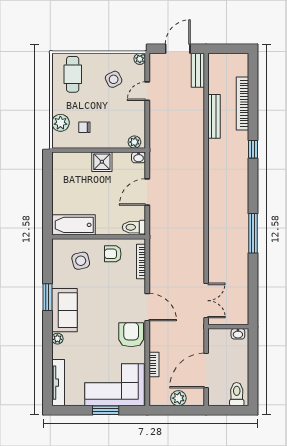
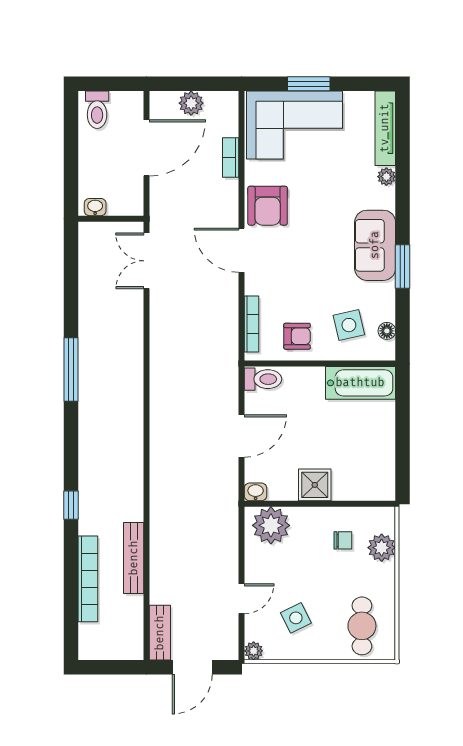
plant: (134, 142) -> (271, 525), width x1.88, depth x1.88
floor lamp: (57, 257) -> (387, 331), added
plant: (57, 339) -> (386, 177), moved

